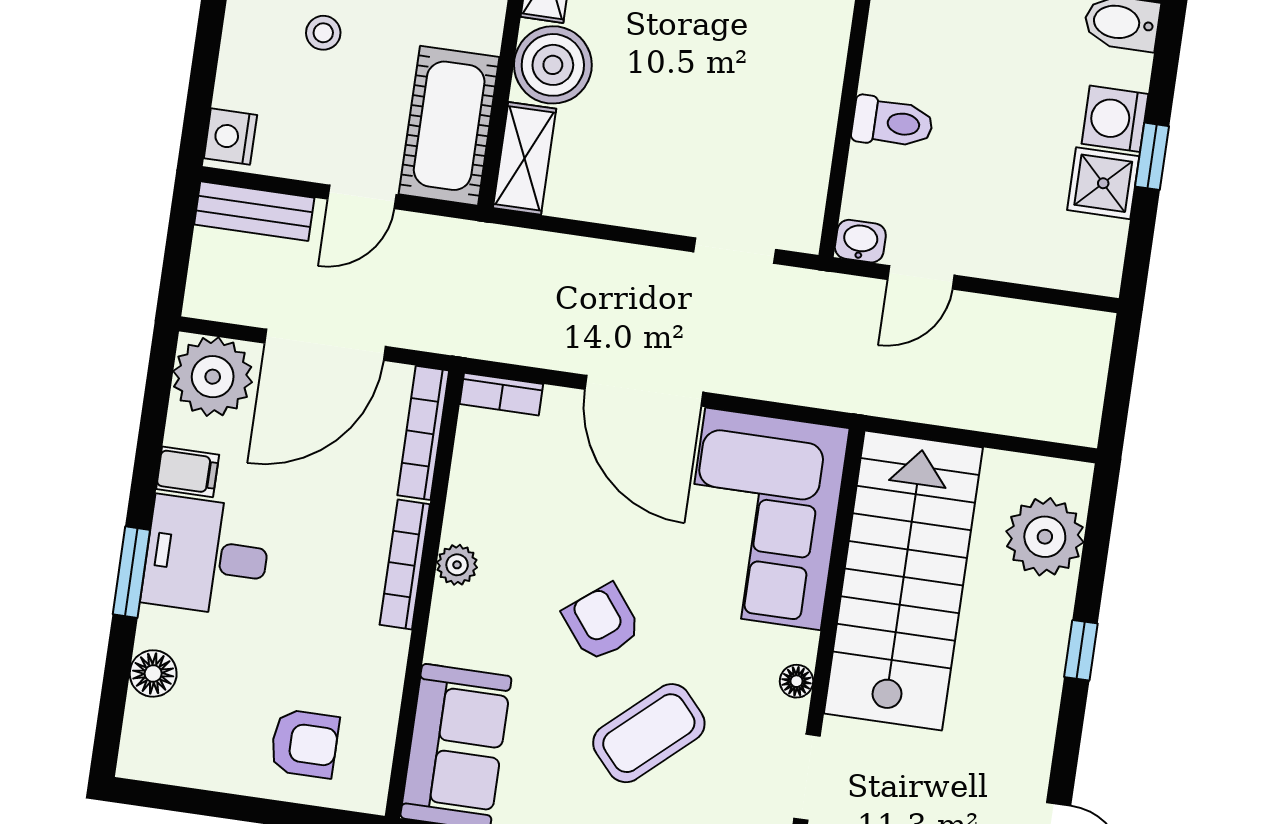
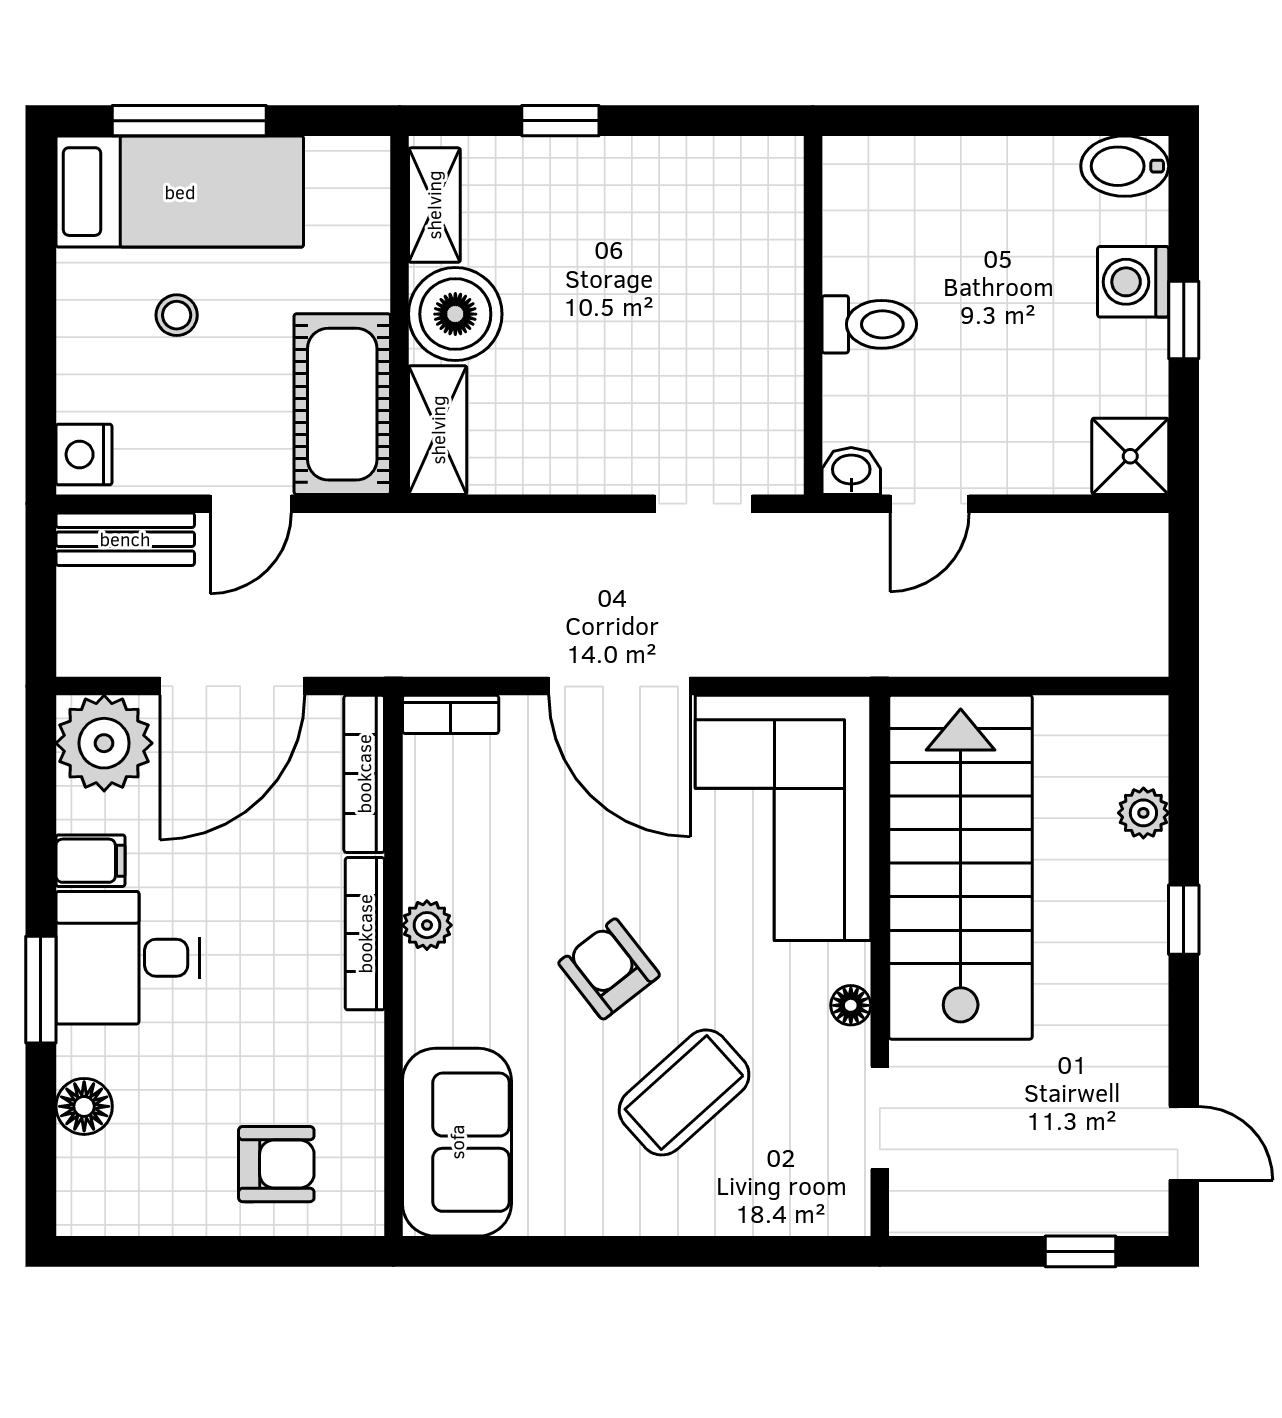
shower: (1103, 183) -> (1130, 456), moved
plant: (1045, 537) -> (1143, 813), width x0.53, depth x0.53

